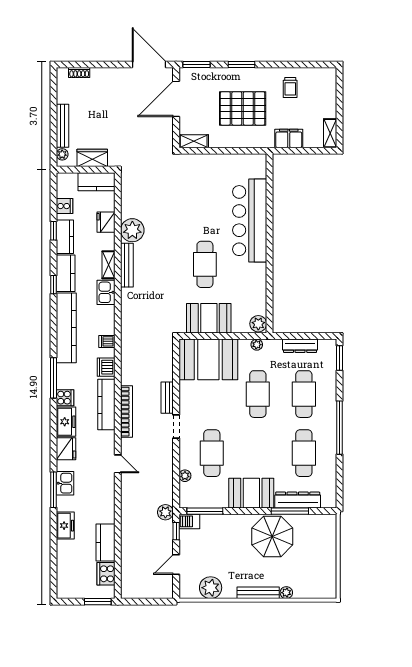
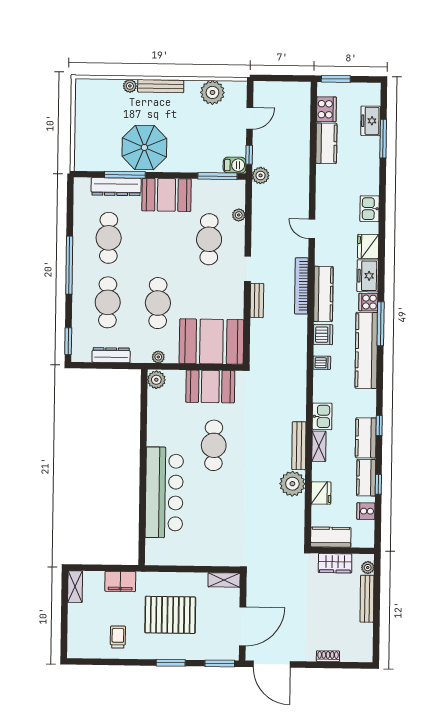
shoe rack: (79, 73) -> (328, 656), moved
kitchen counter: (66, 328) -> (366, 350), moved
window: (54, 490) -> (383, 139), moved
freezer: (65, 526) -> (371, 121), moved

